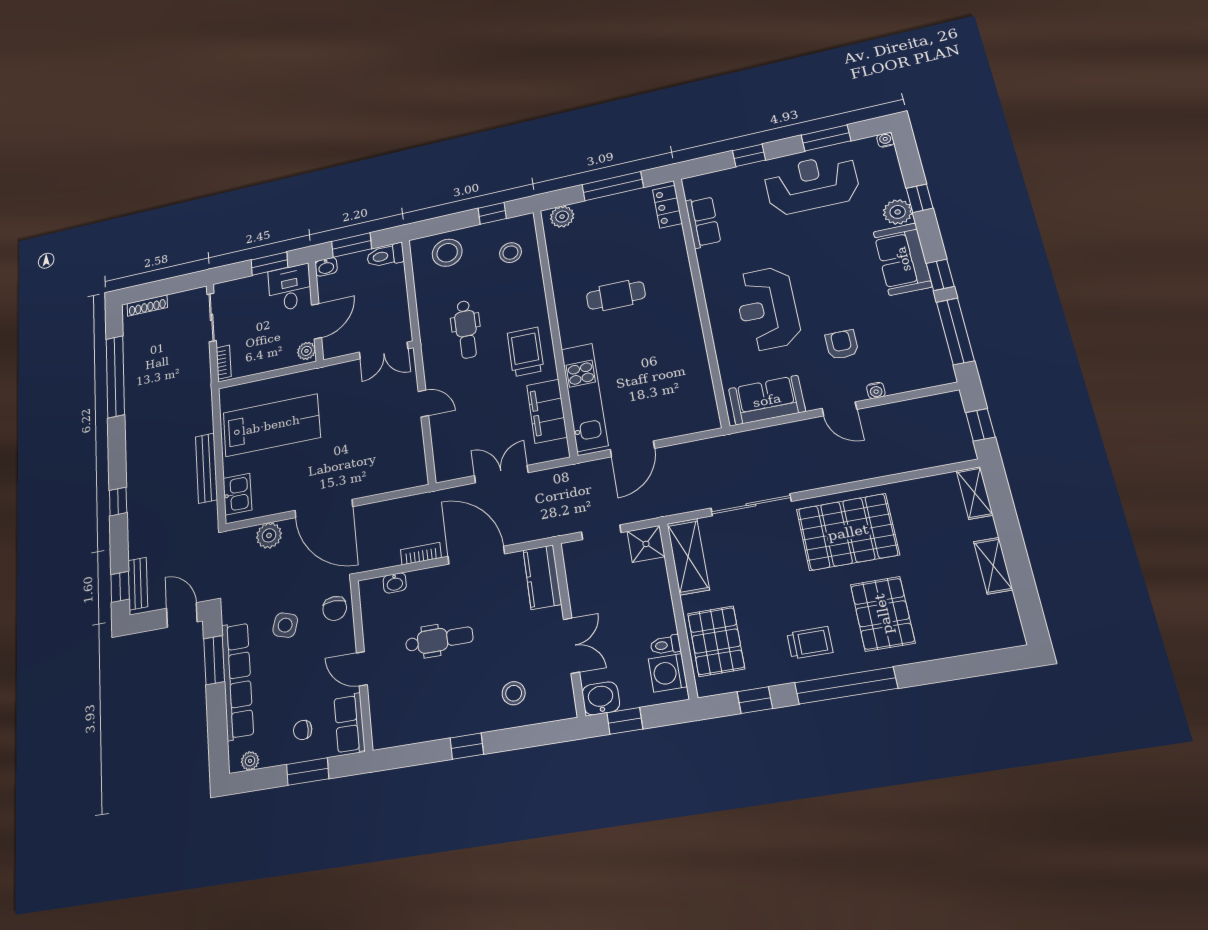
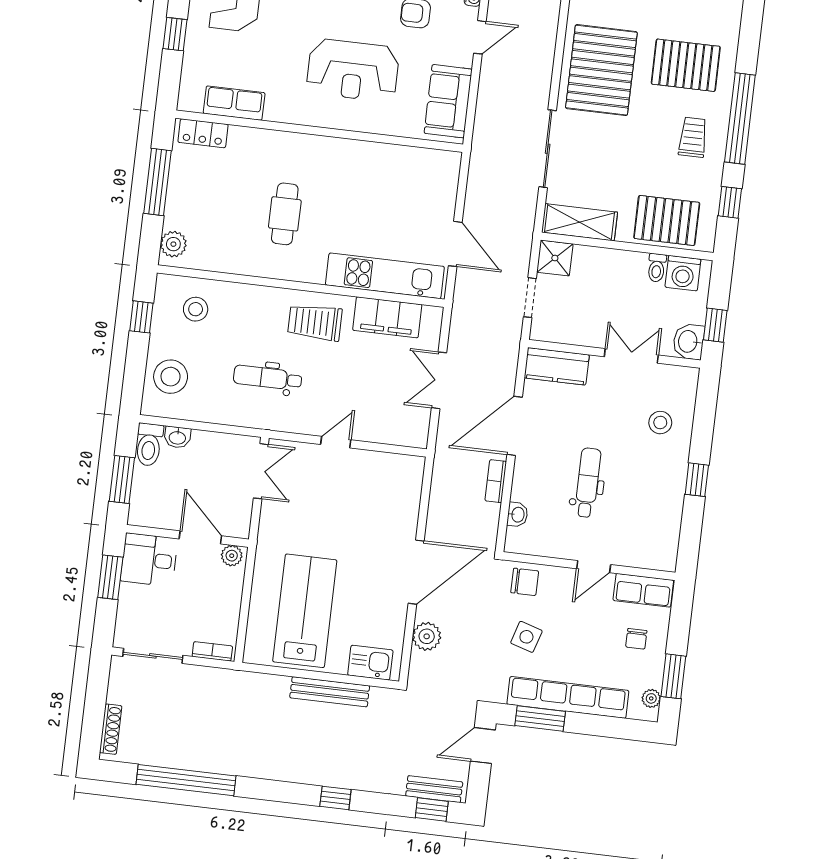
washbasin: (326, 267) -> (177, 437), moved, turned 90
dental chair: (466, 329) -> (268, 378), turned 180
window: (308, 772) -> (673, 676), moved

